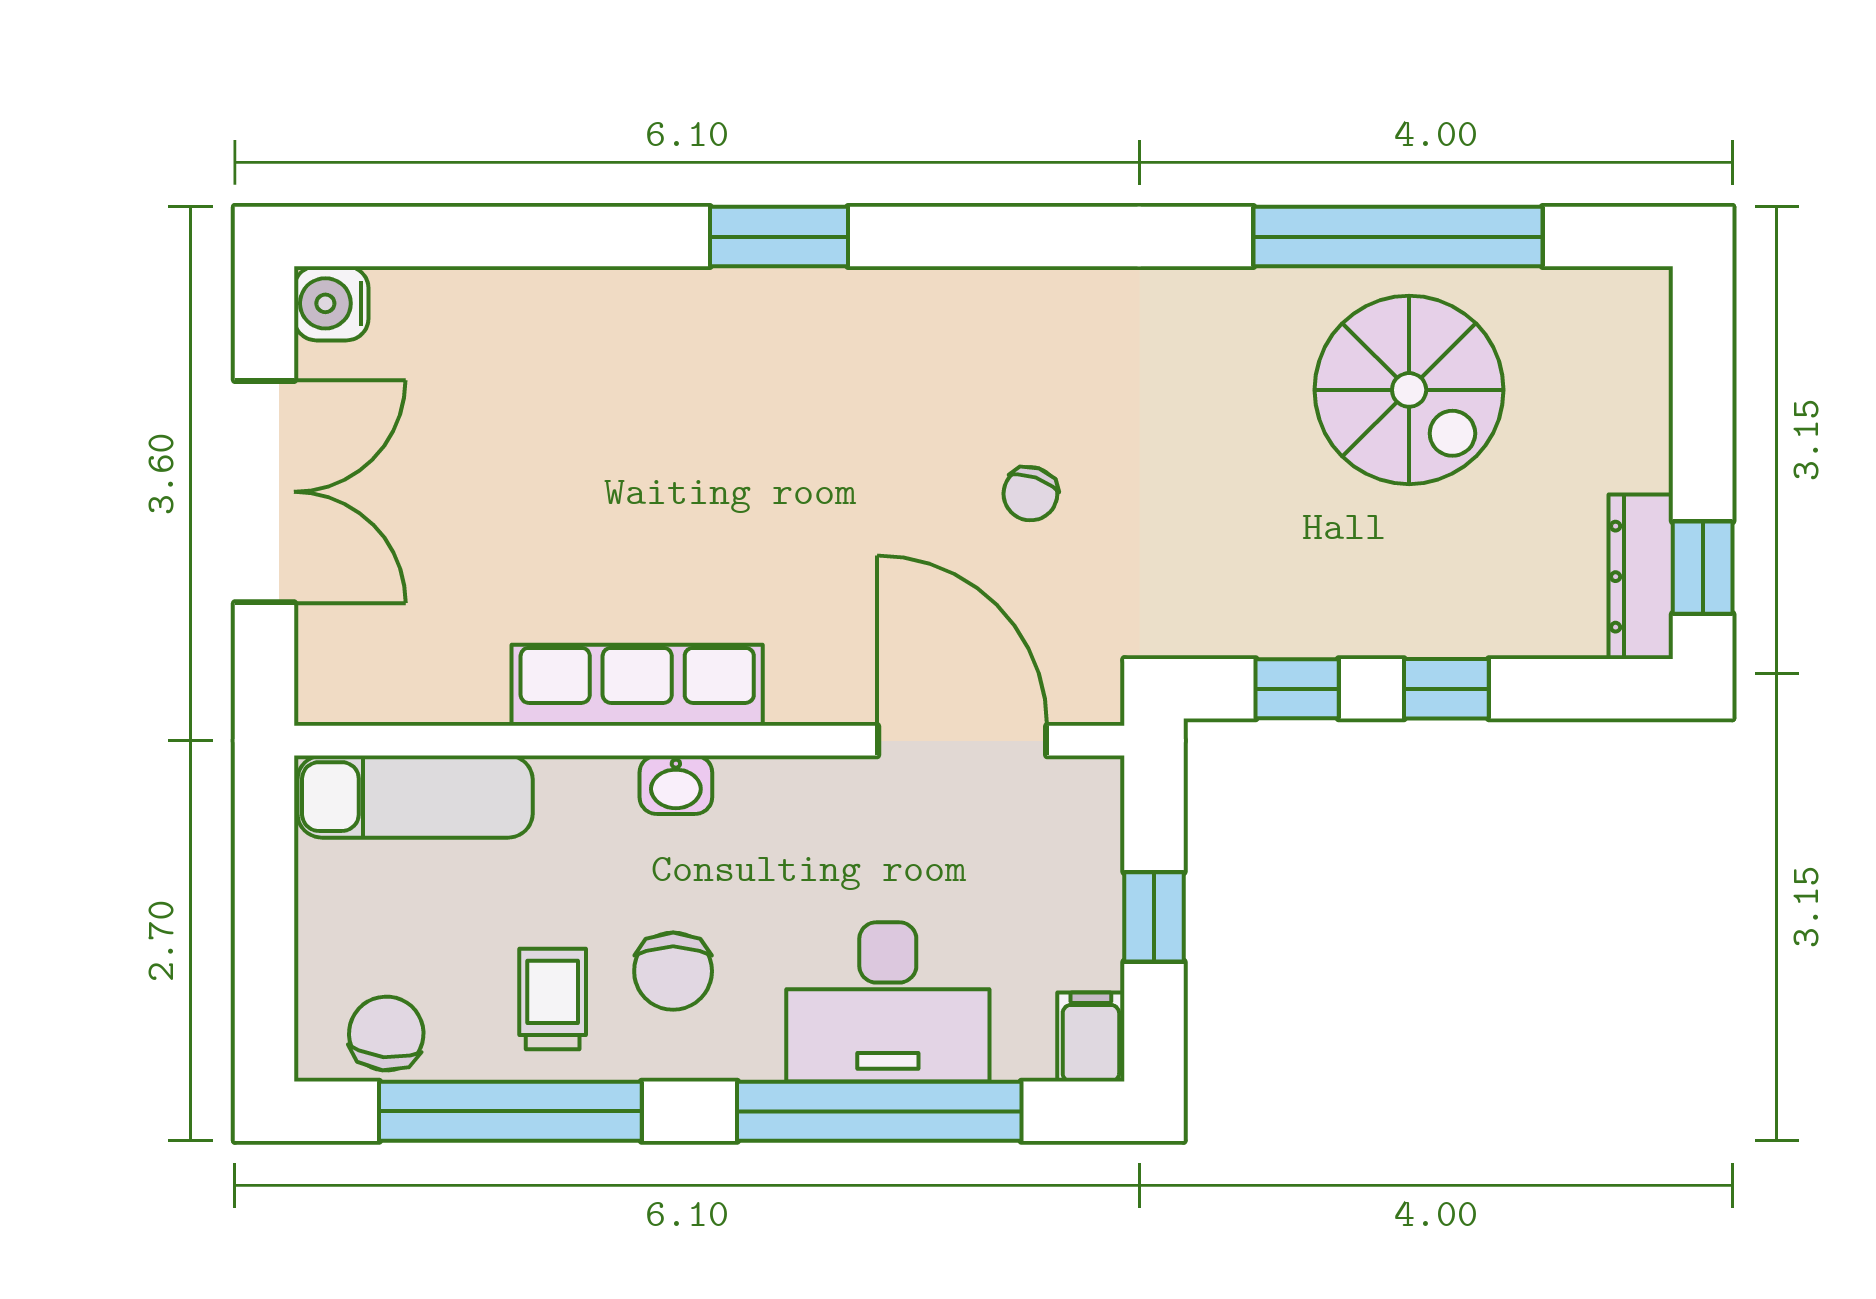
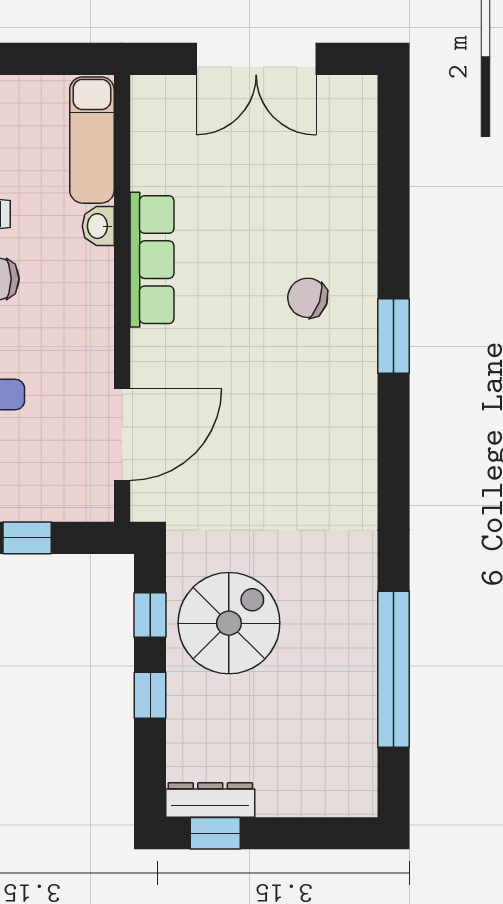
water cooler: (331, 303) -> (357, 95), removed
spiral stairs: (1409, 390) -> (229, 623), moved, turned 180
chair: (1030, 494) -> (308, 298), moved, width x1.37, depth x1.37
washbasin: (676, 785) -> (98, 226), moved

